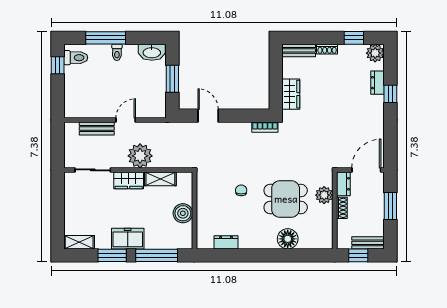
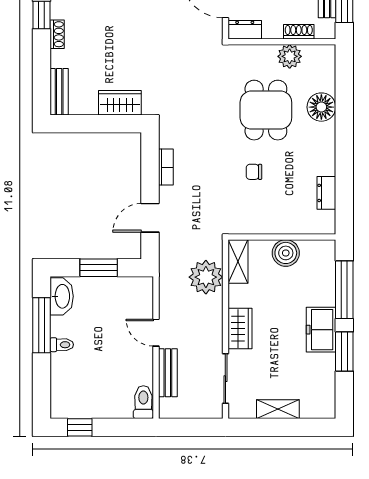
window: (106, 38) -> (42, 325), moved
shoe rack: (327, 49) -> (57, 34), moved
toilet: (76, 58) -> (143, 402), moved
bookcase: (265, 127) -> (166, 167), moved
plant: (140, 156) -> (206, 277), moved
shelving: (160, 179) -> (238, 261), moved
plant: (324, 195) -> (290, 56), moved
shoe rack: (342, 208) -> (299, 32), moved
shelving: (79, 242) -> (278, 409), moved, turned 90

